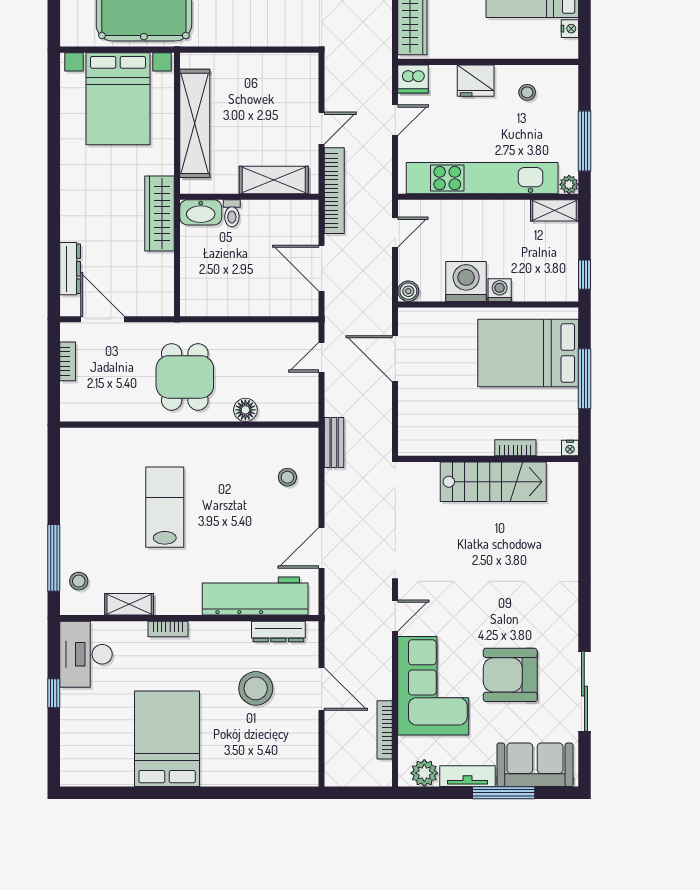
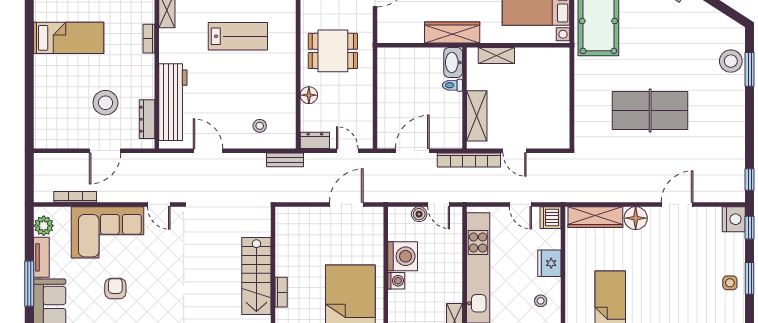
shelving: (195, 123) -> (496, 55), width x0.45, depth x0.75
boiler: (408, 291) -> (419, 214), moved
dresser: (307, 402) -> (315, 140), added
armchair: (510, 675) -> (115, 289), width x0.53, depth x0.53
bed: (167, 739) -> (69, 38), width x0.67

